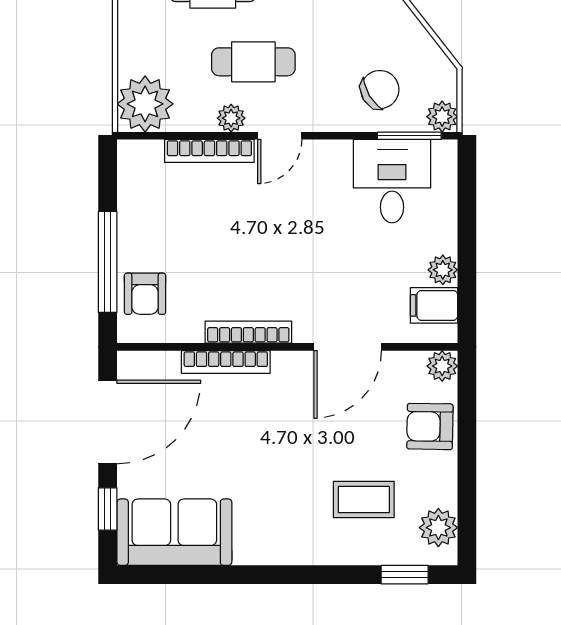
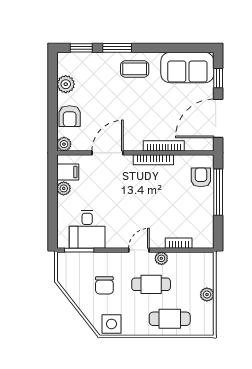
chair: (380, 90) -> (104, 285), moved, turned -59
plant: (145, 104) -> (207, 295), moved, width x0.53, depth x0.53
plant: (442, 117) -> (64, 259), removed
bookcase: (209, 151) -> (179, 243), width x0.64
armchair: (430, 426) -> (70, 116), turned 89
coffee table: (364, 499) -> (135, 69), moved
plant: (438, 528) -> (66, 84), moved
window: (327, 575) -> (117, 48), added

